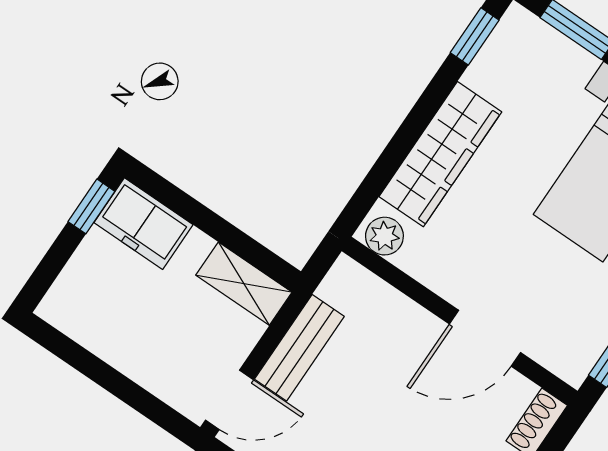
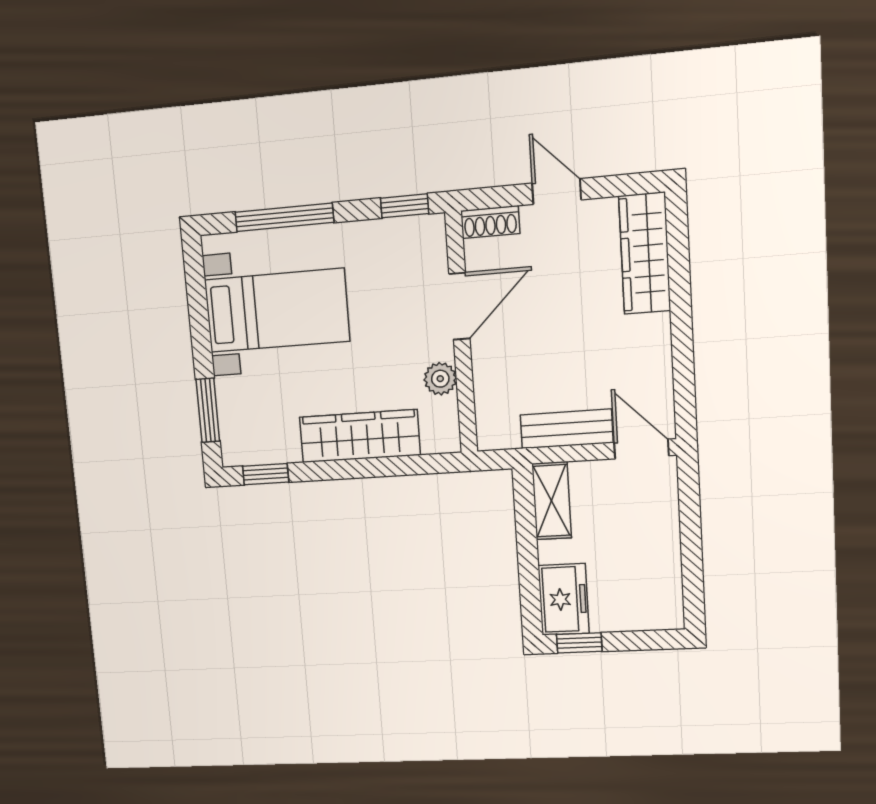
plant: (384, 236) -> (440, 379), moved
door: (485, 338) -> (459, 306), hinge flipped

